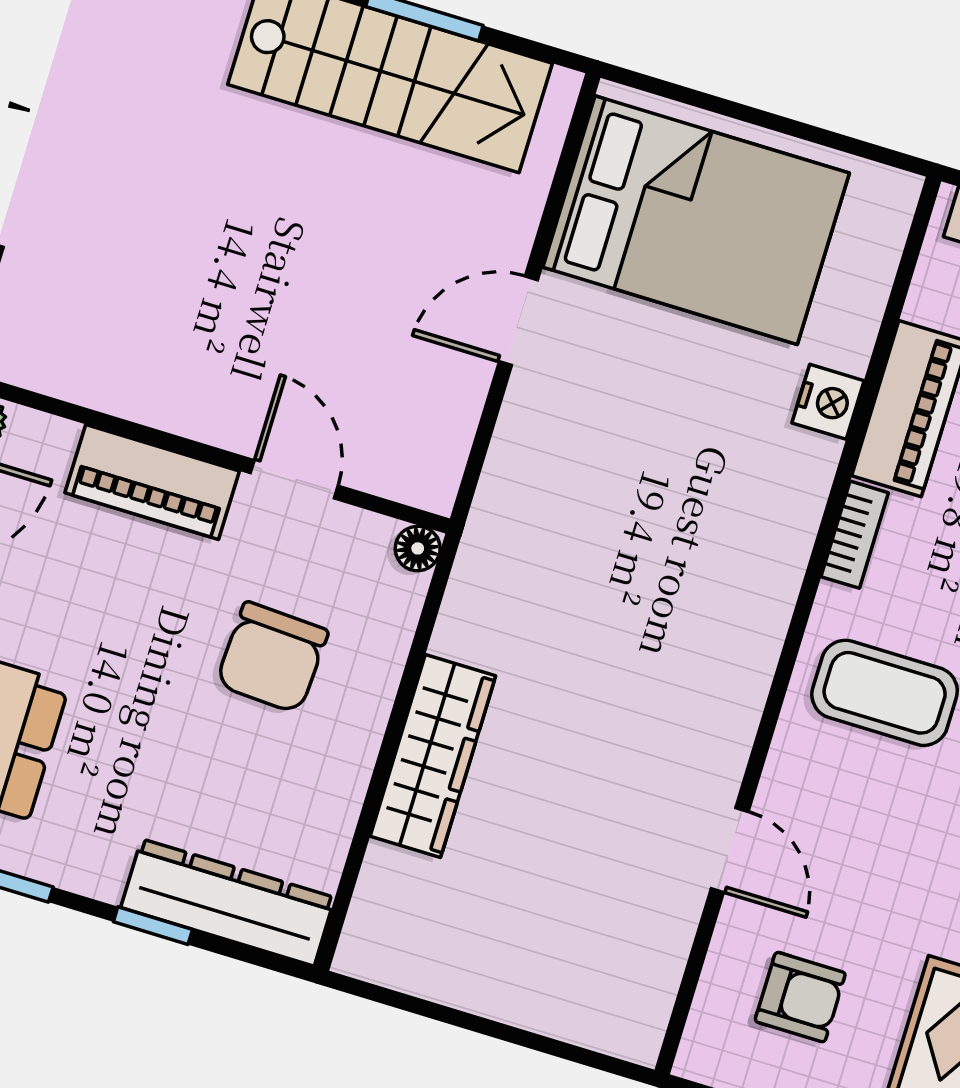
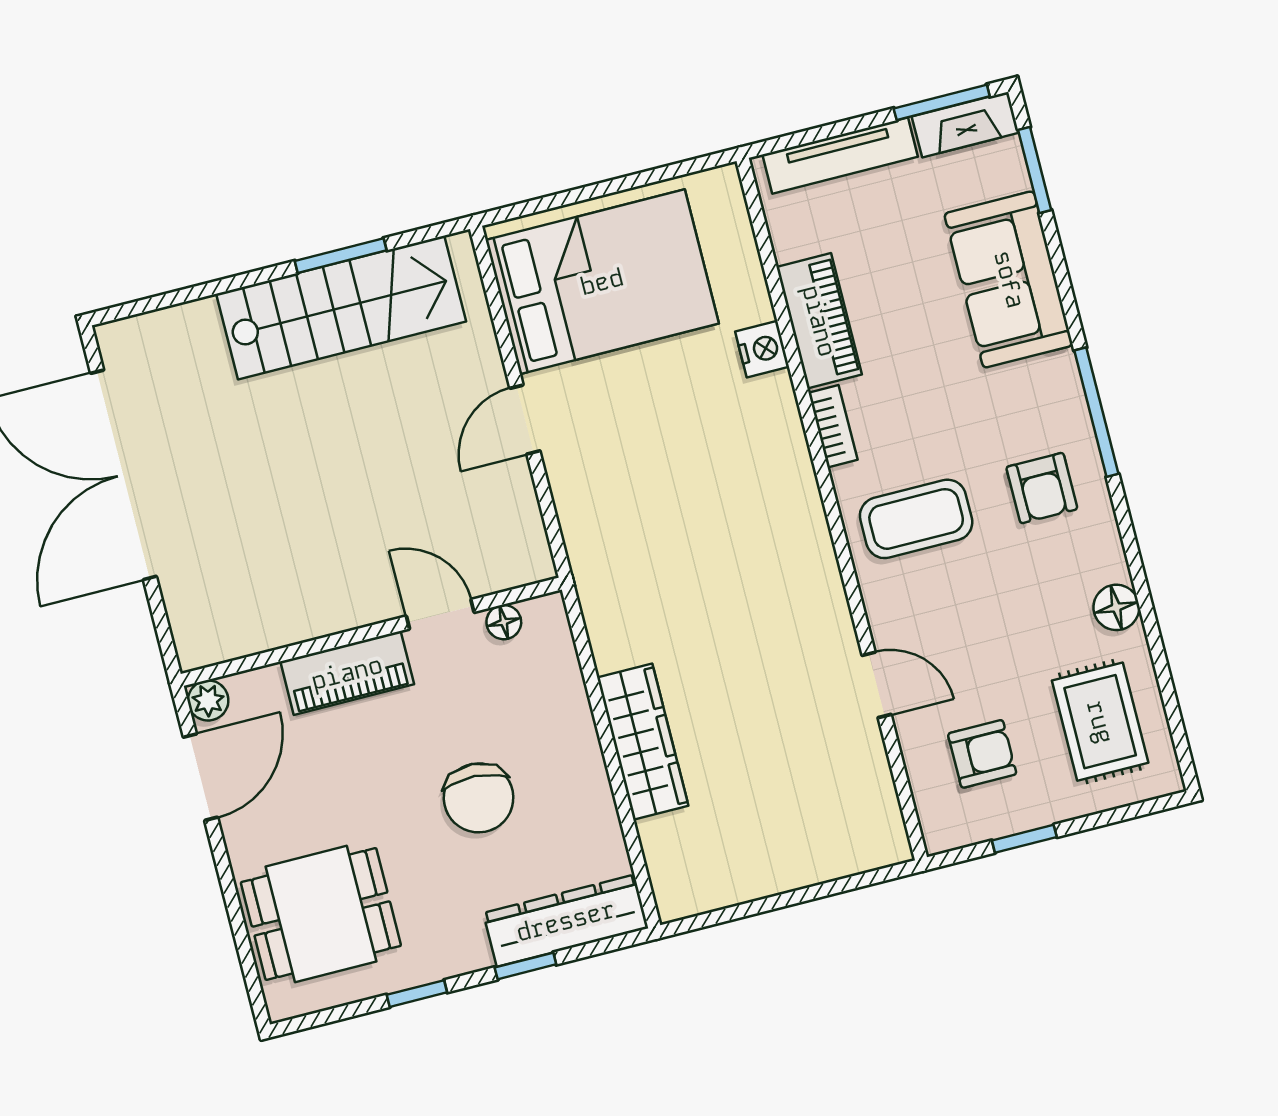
floor lamp: (418, 548) -> (504, 622), moved
chair: (272, 657) -> (479, 798), moved

